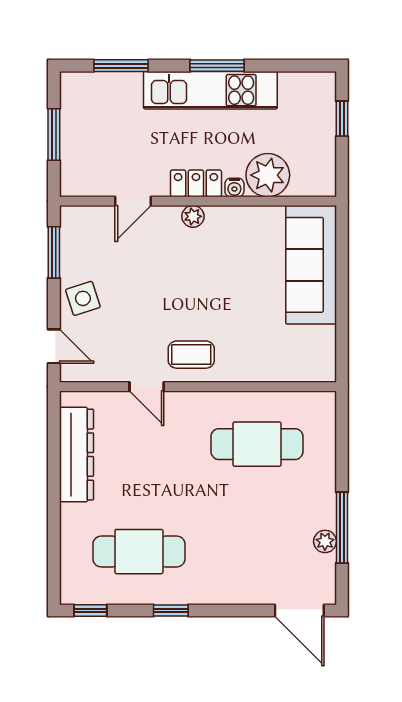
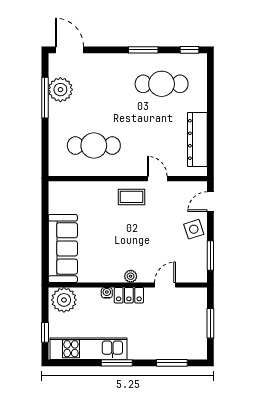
kitchen unit: (210, 90) -> (89, 349), moved
plant: (268, 175) -> (64, 300), moved
door: (54, 346) -> (210, 202), hinge flipped
plant: (325, 541) -> (60, 90), width x1.88, depth x1.88
window: (171, 610) -> (143, 50), width x1.50

